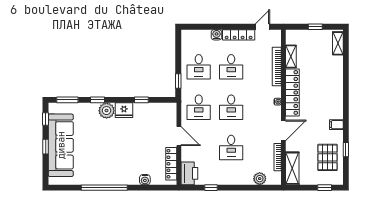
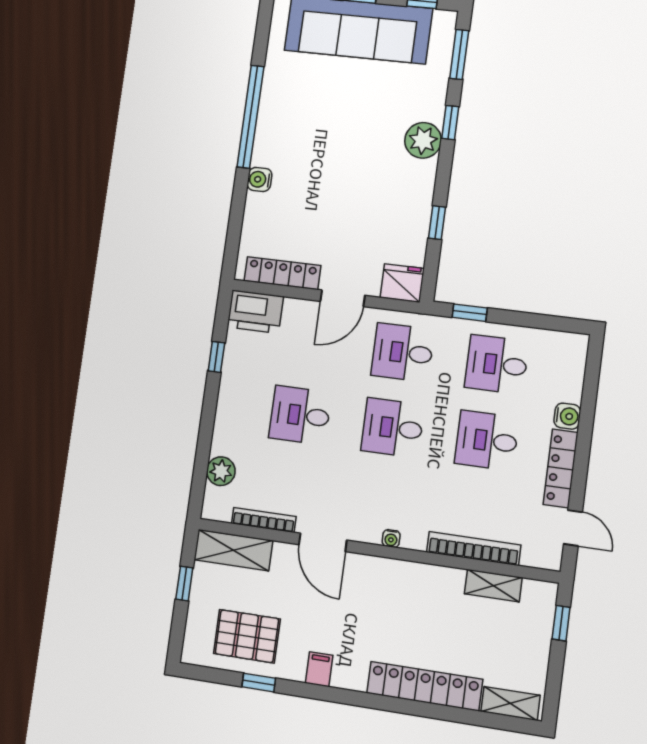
window: (315, 27) -> (561, 623), moved
locker: (292, 92) -> (425, 686), moved, turned 180
fridge: (124, 110) -> (402, 283), moved, turned 90
water cooler: (145, 180) -> (260, 179), moved
window: (325, 188) -> (184, 584), moved

